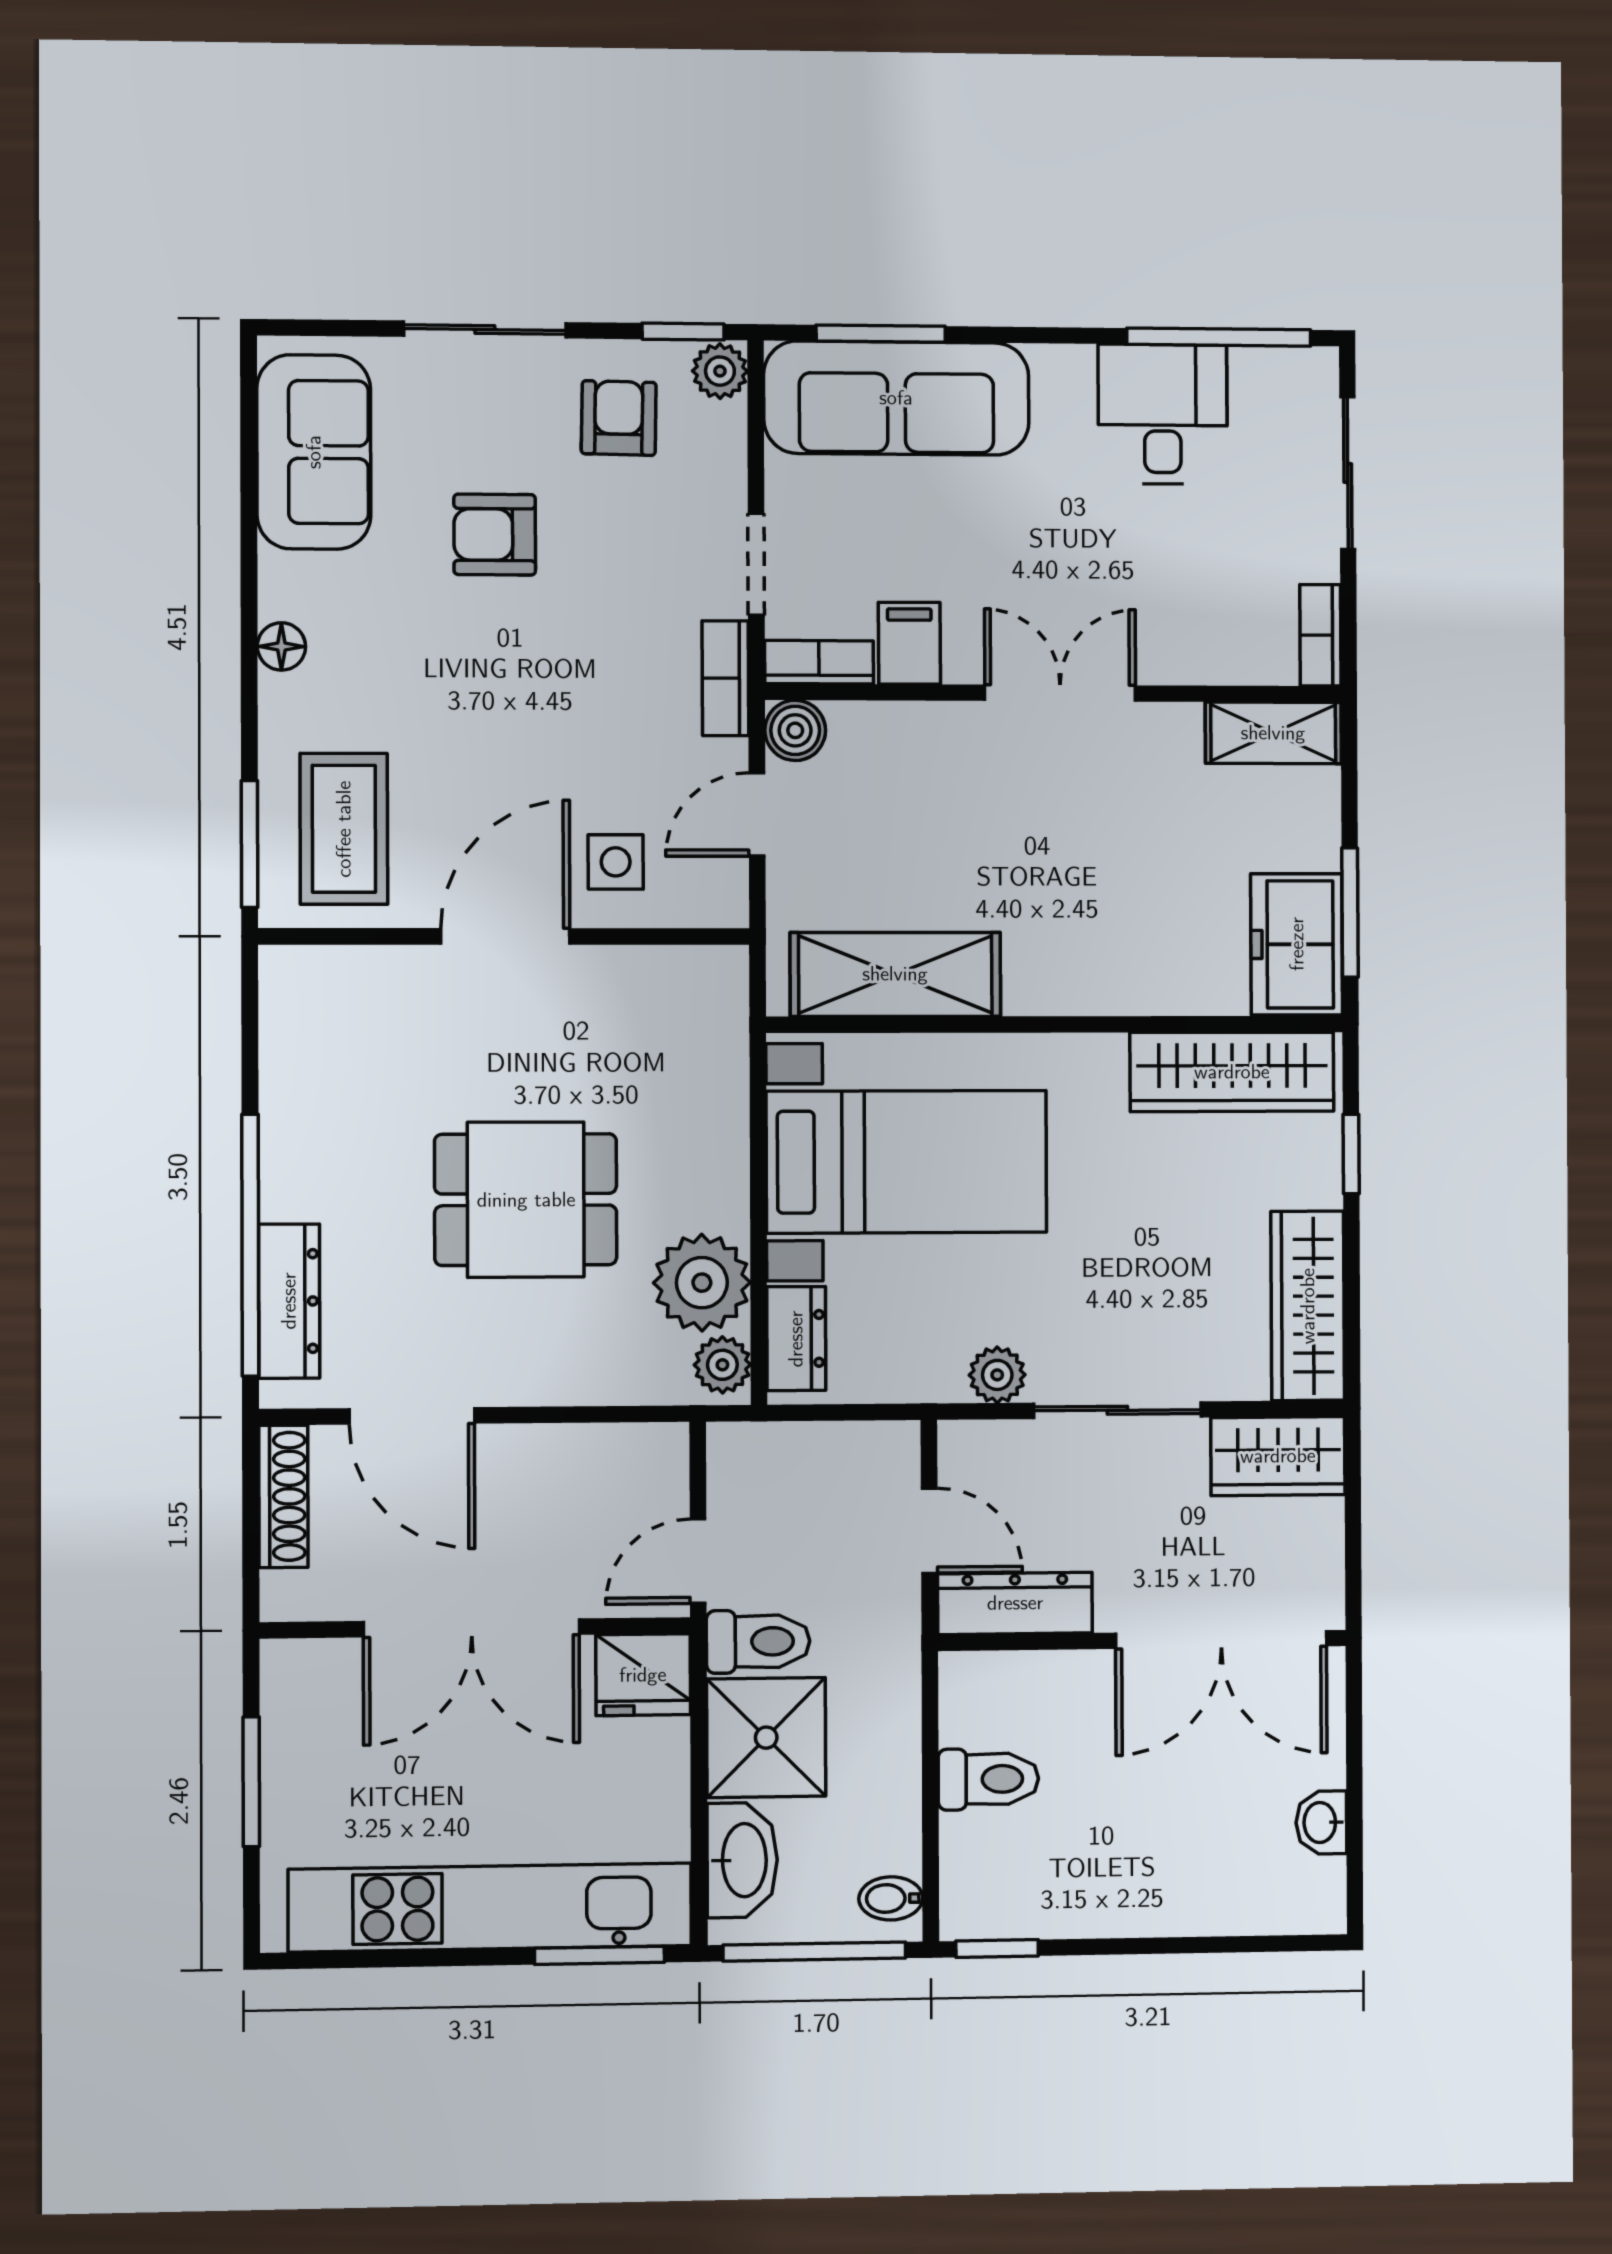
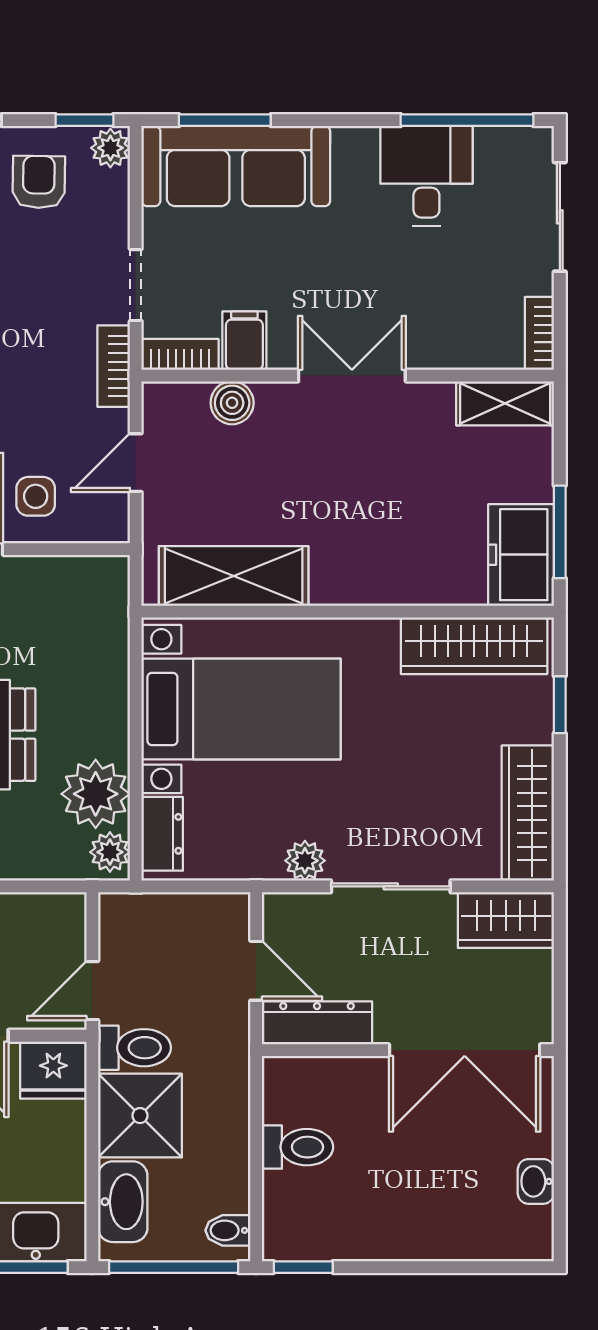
boiler: (795, 730) -> (232, 403), moved

